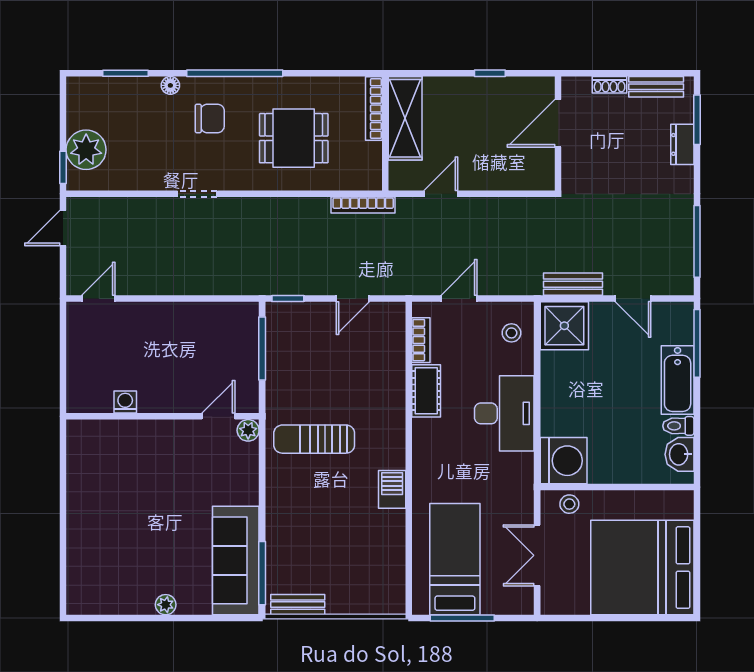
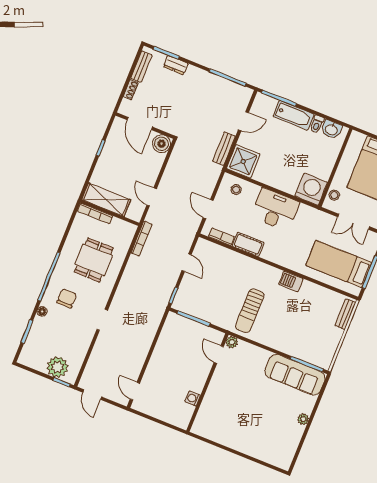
boiler: (538, 174) -> (161, 144), added
bench: (298, 605) -> (345, 314), moved

